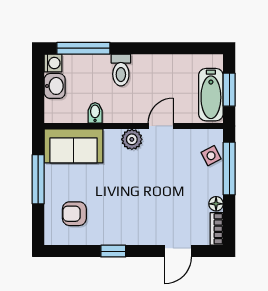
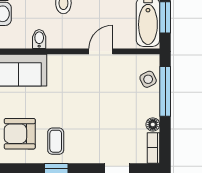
plant: (132, 139) -> (74, 64), removed
armchair: (74, 214) -> (20, 134), width x1.38, depth x1.38
coffee table: (113, 222) -> (56, 141), added

